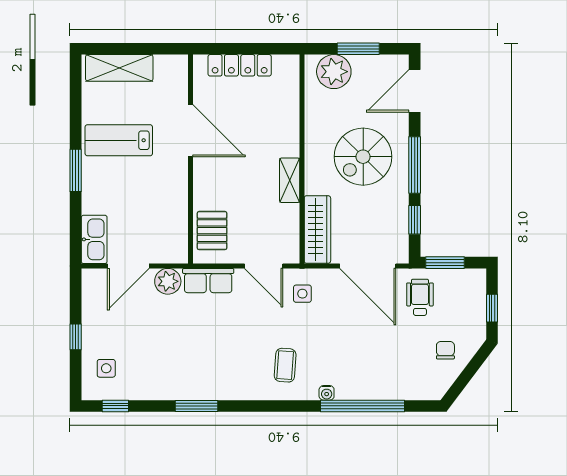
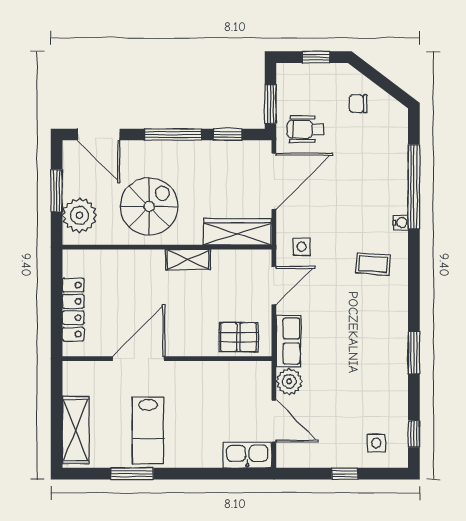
spiral stairs: (363, 157) -> (149, 206), moved, turned -90
window: (76, 170) -> (132, 474), moved

